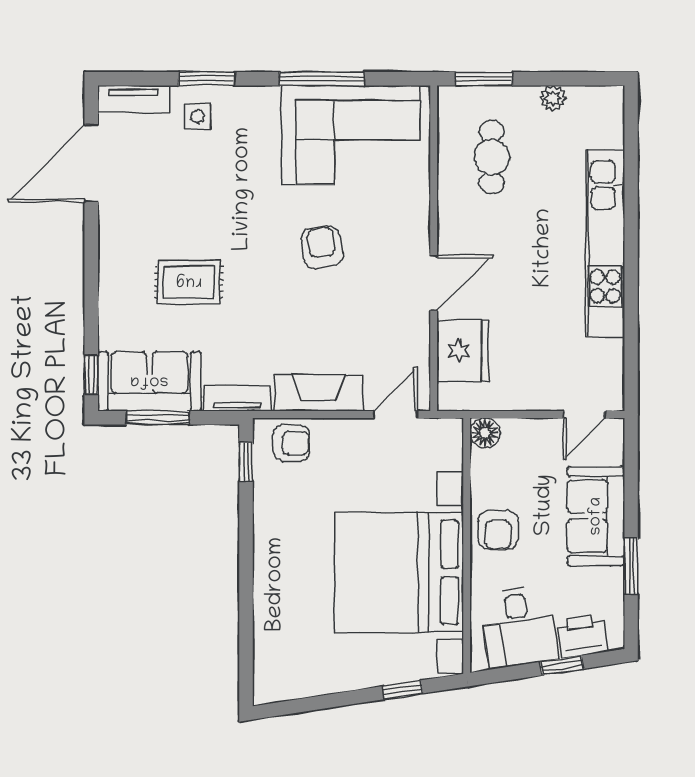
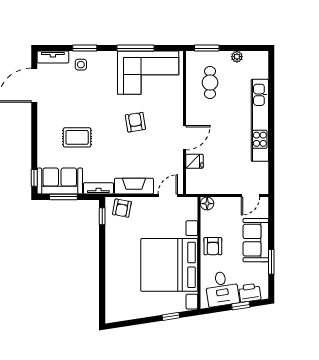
fridge: (463, 351) -> (194, 161), width x0.53, depth x0.75
armchair: (291, 443) -> (122, 208), turned 100

